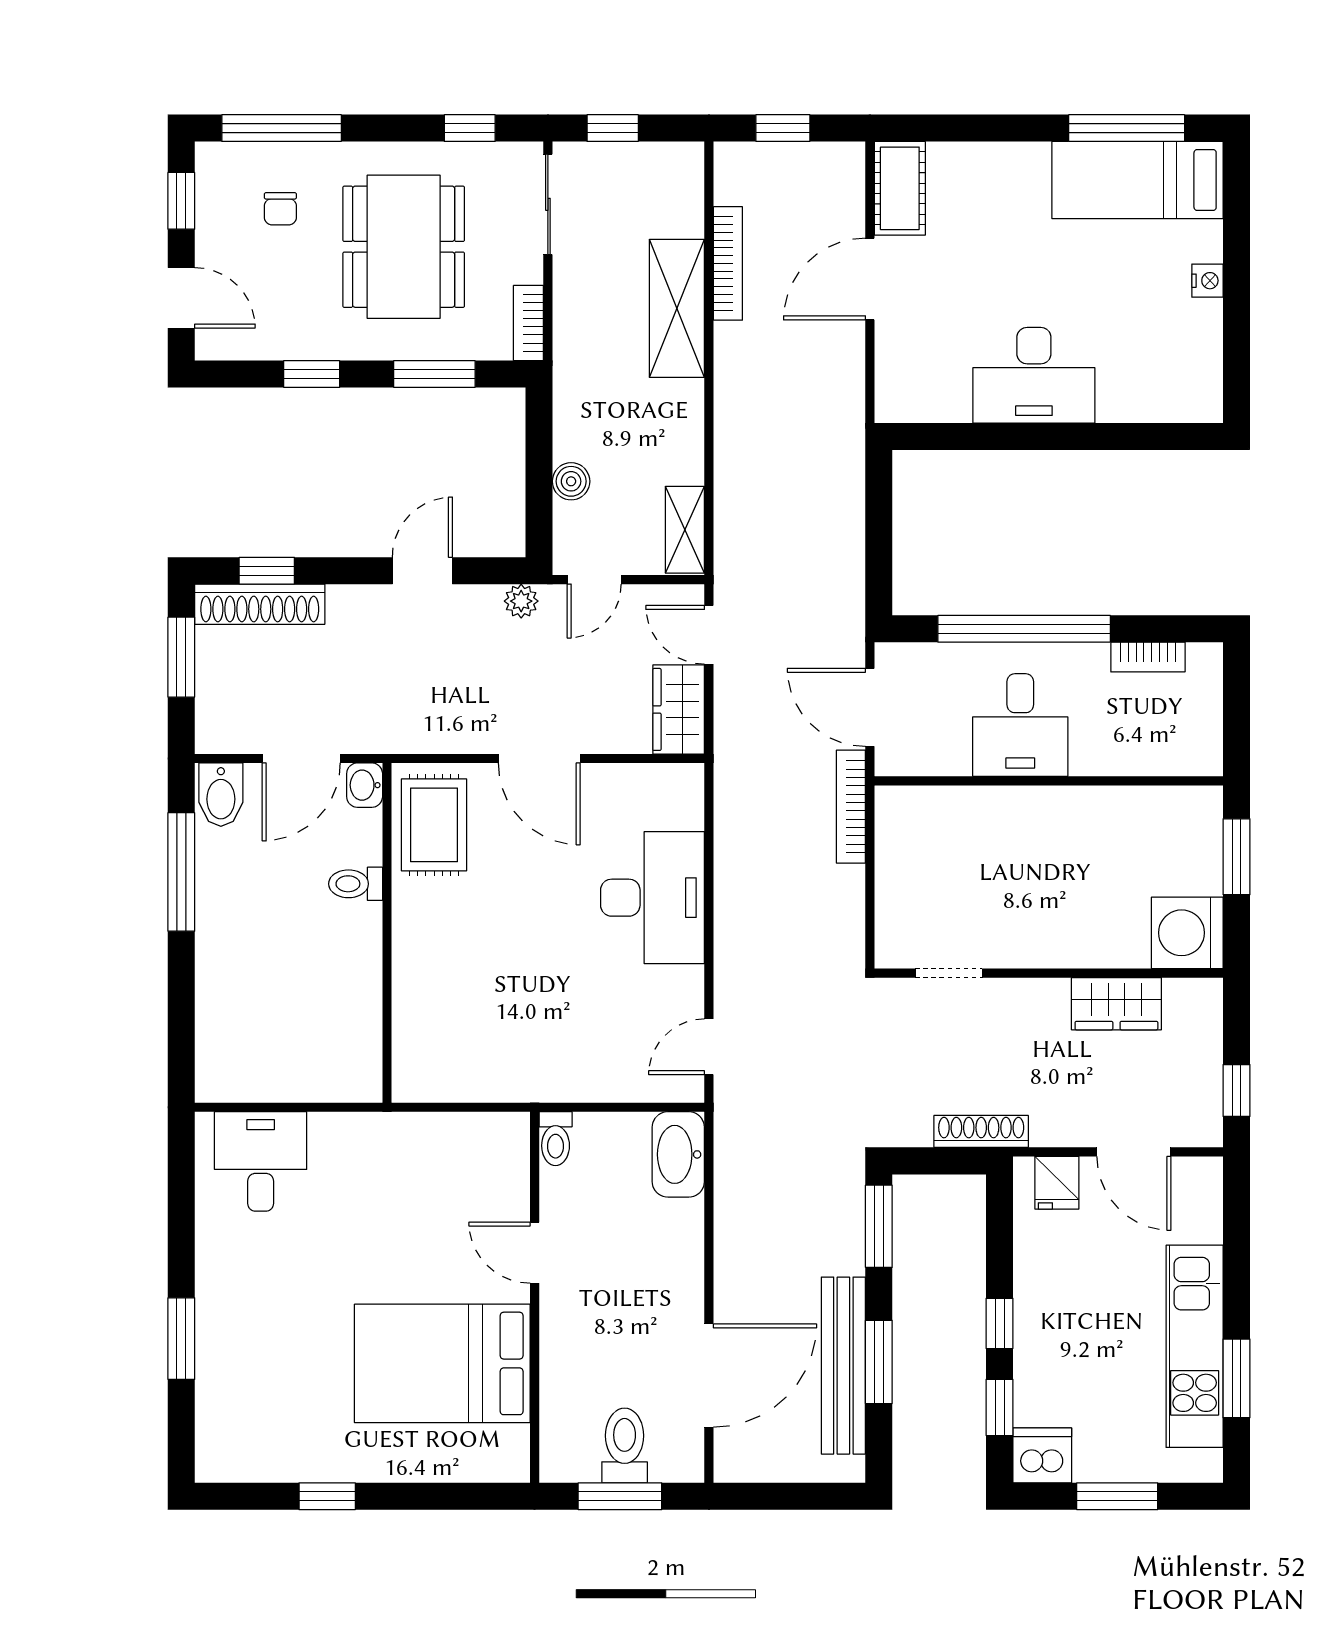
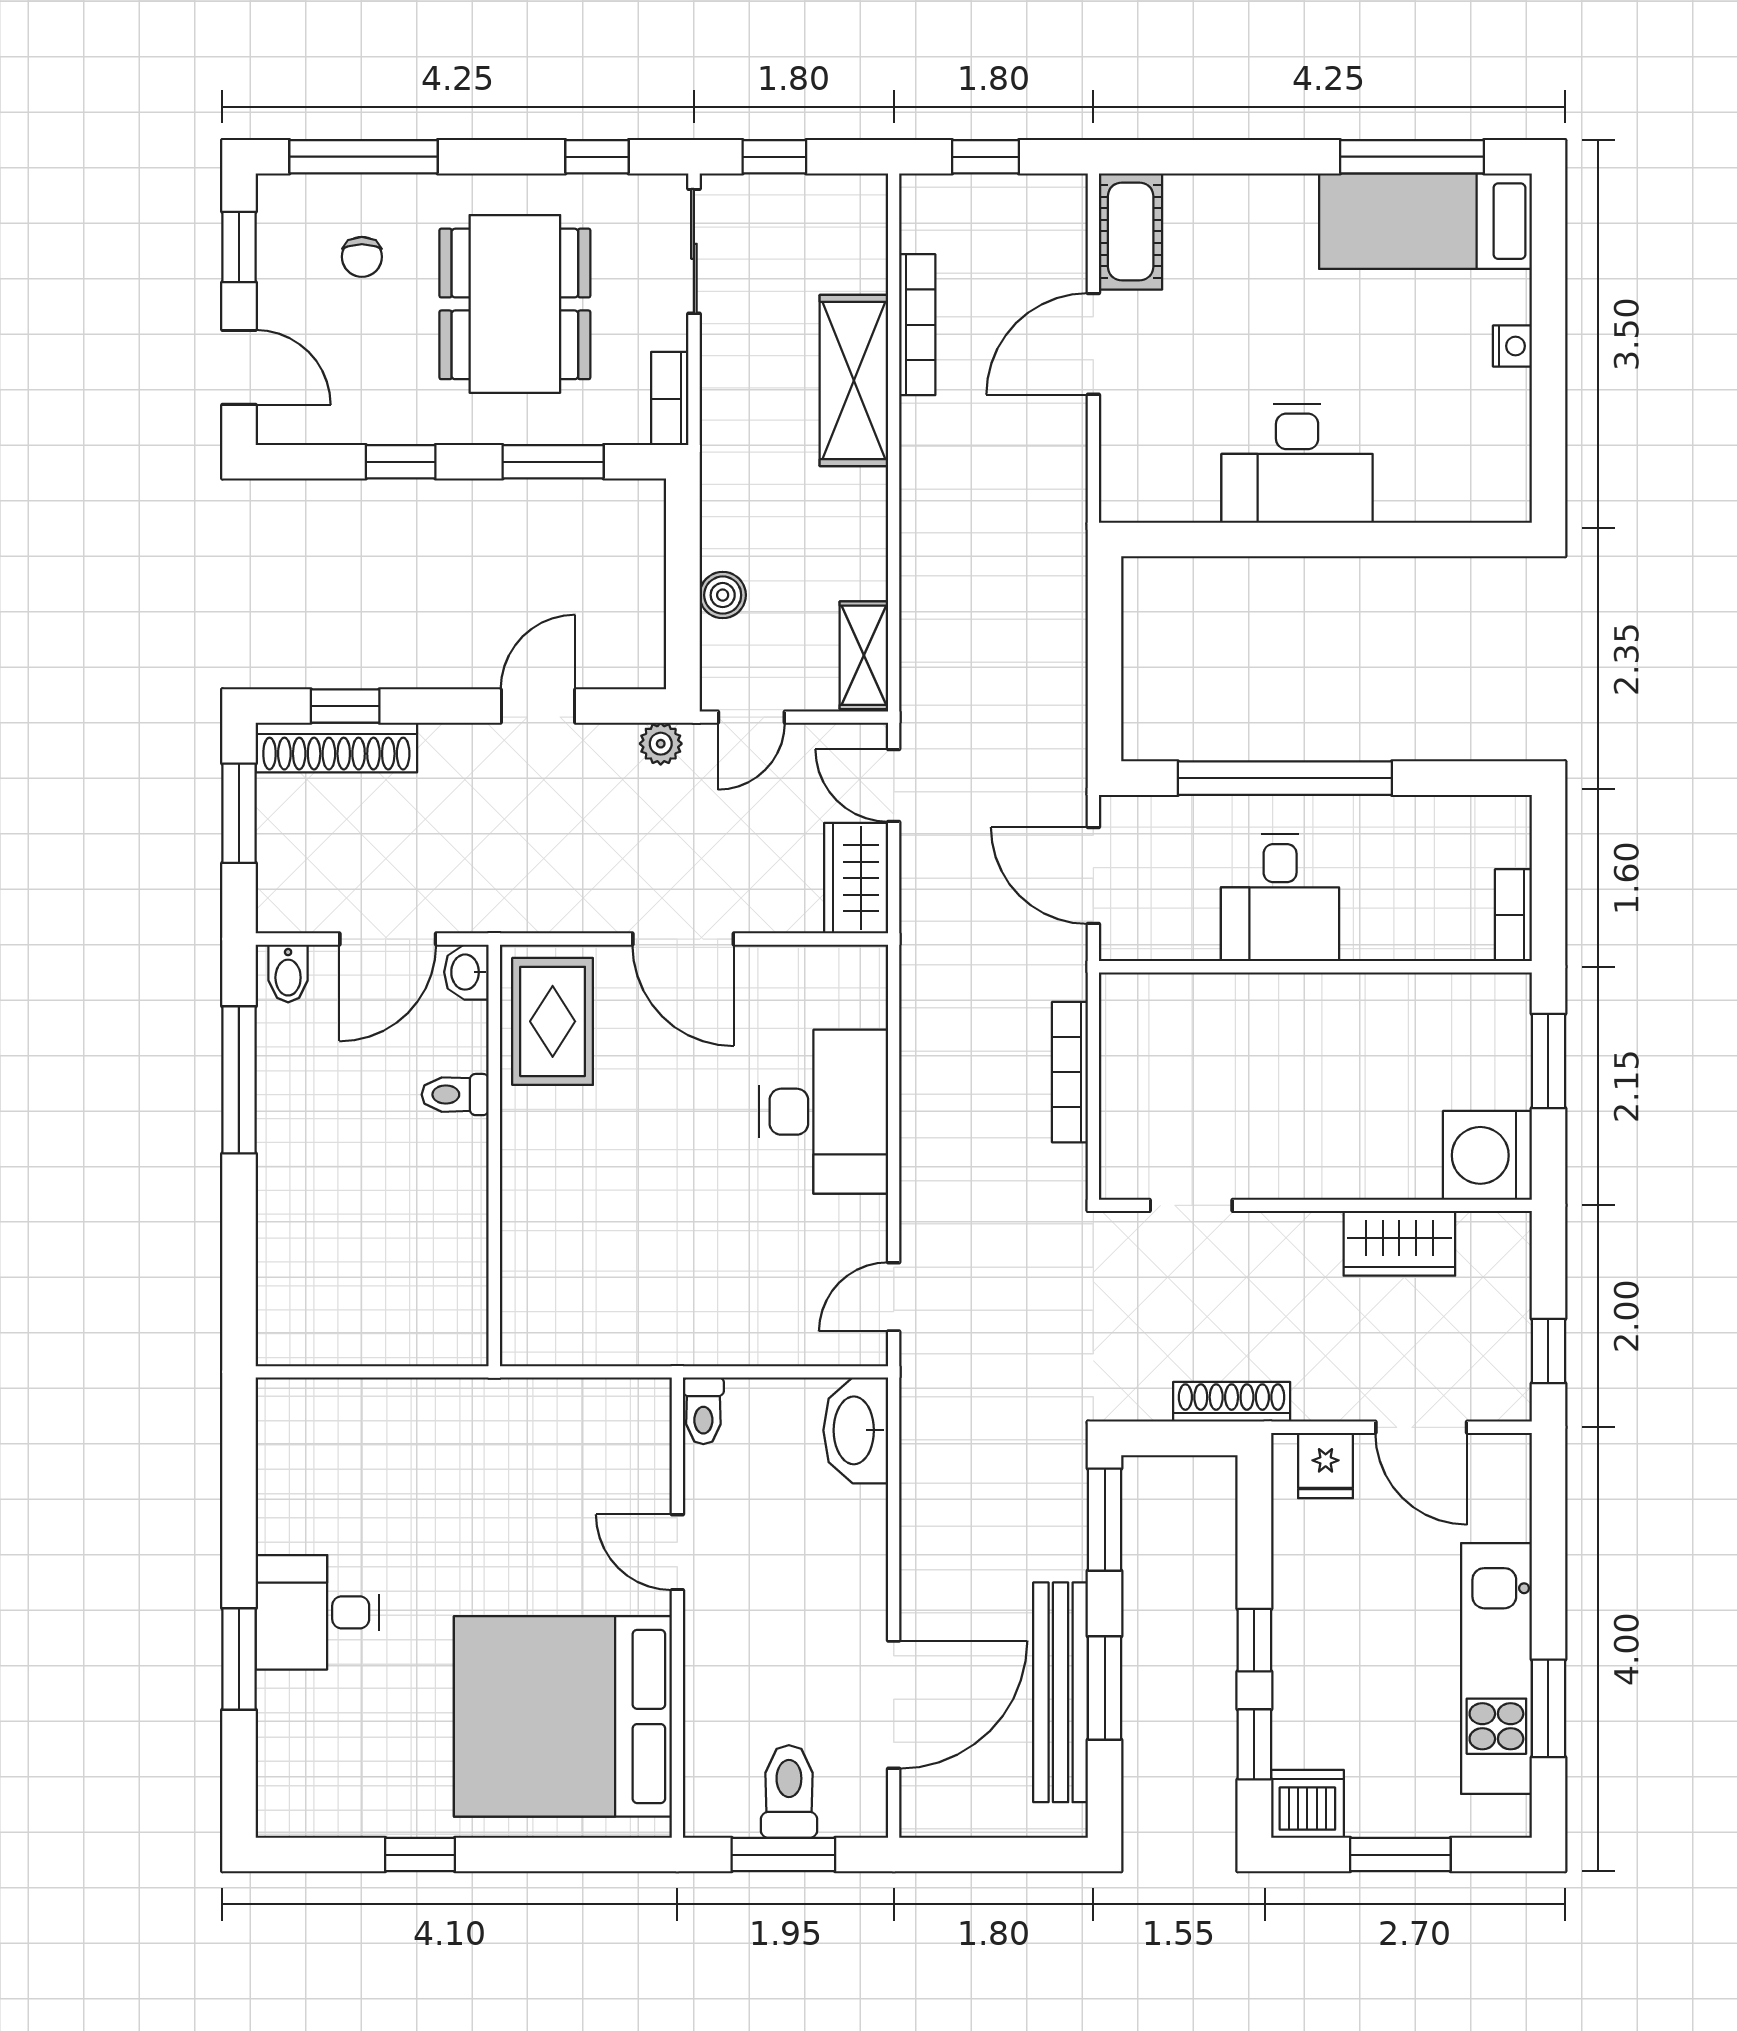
bookcase: (1148, 657) -> (1513, 915), moved, turned 90
bidet: (221, 795) -> (288, 974), width x0.72, depth x0.74
bookcase: (851, 807) -> (1070, 1072), moved
desk: (261, 1161) -> (317, 1612), moved, turned -90
bed: (442, 1363) -> (563, 1716), width x1.36

